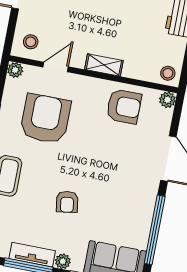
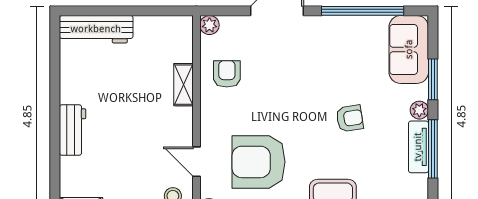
shelving: (104, 65) -> (183, 85), moved
stool: (168, 73) -> (179, 31), removed
armchair: (124, 106) -> (227, 74), width x0.72, depth x0.72

